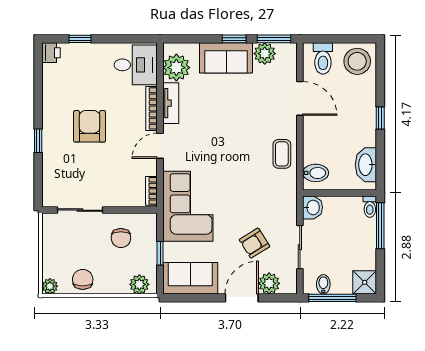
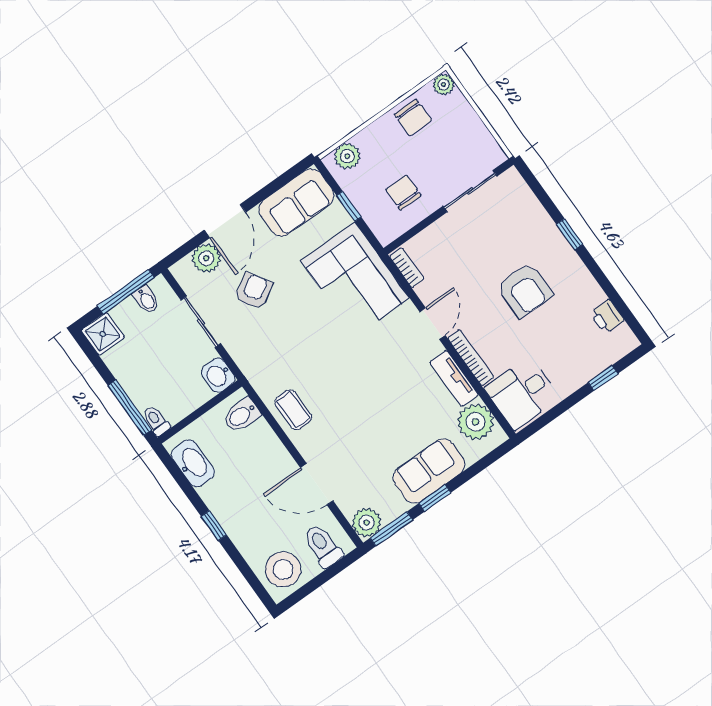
printer: (51, 53) -> (607, 317), moved
plant: (265, 54) -> (367, 523), moved

